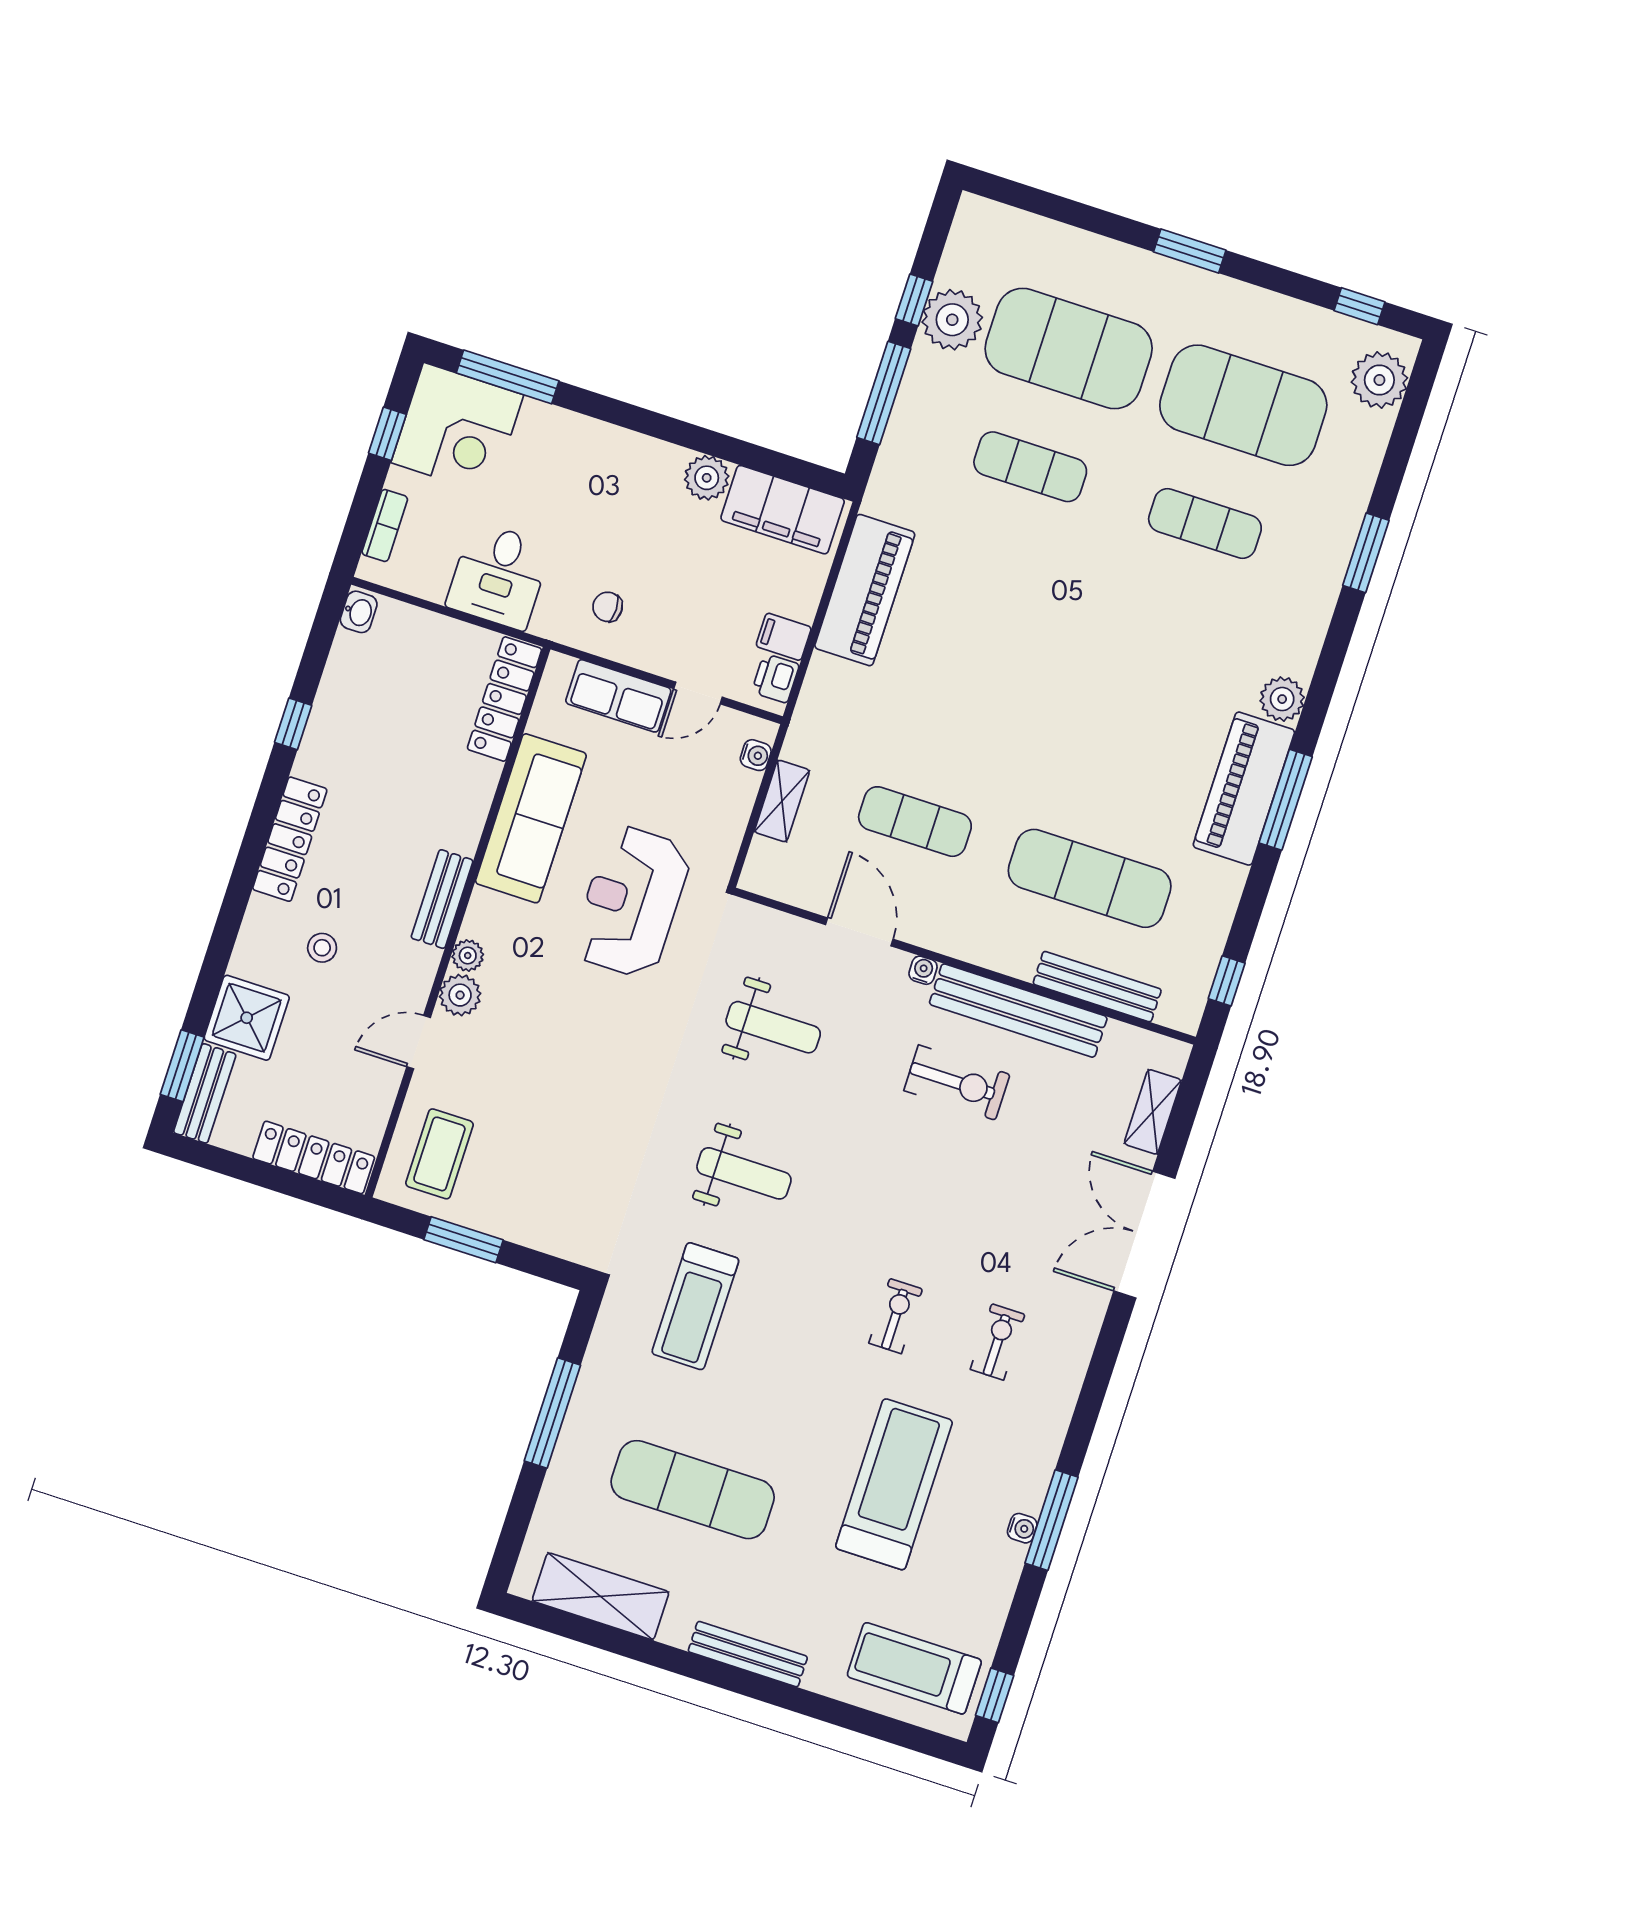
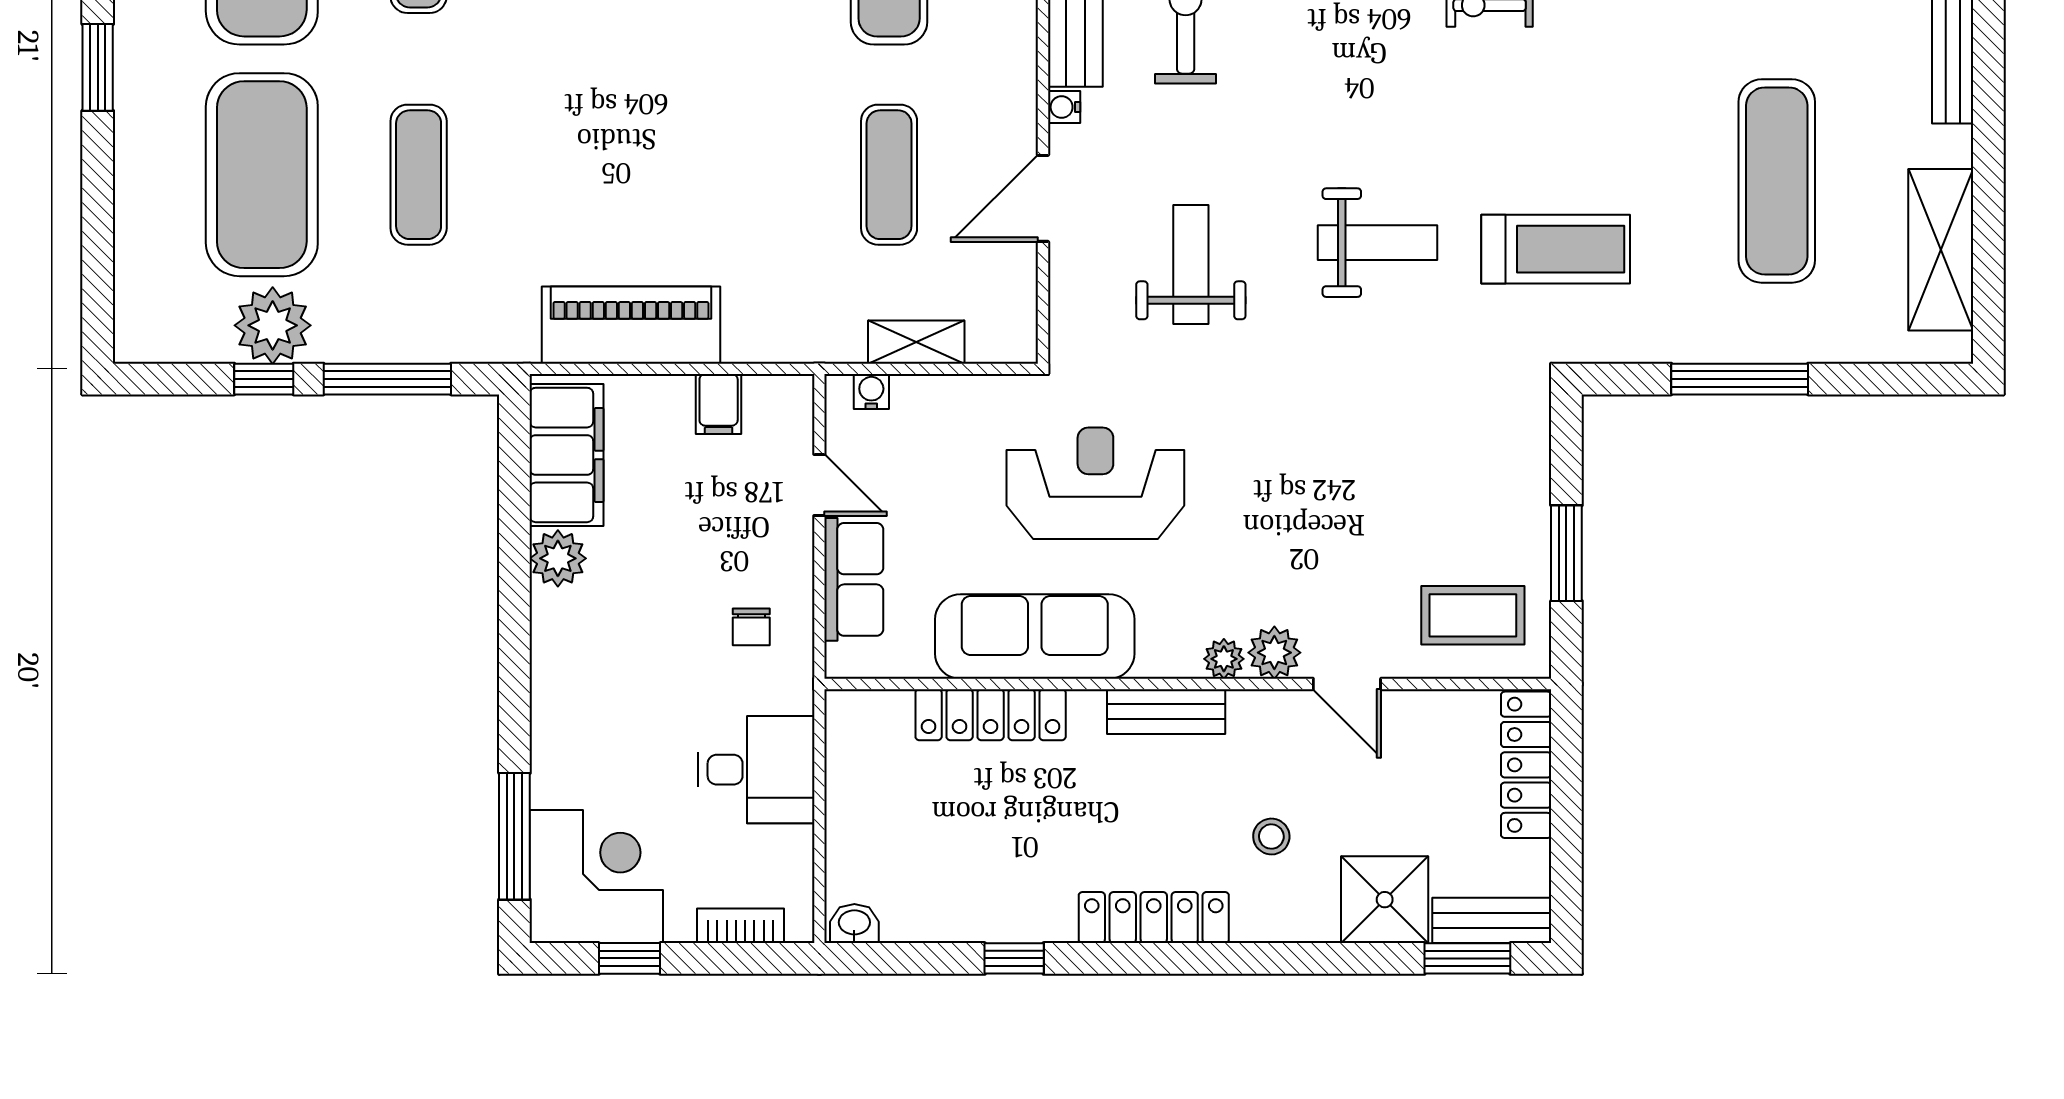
printer: (775, 678) -> (771, 398), removed
locker: (504, 699) -> (991, 715), moved
reception desk: (632, 902) -> (1095, 483), turned 180
weight bench: (744, 1173) -> (1378, 243), turned 90

